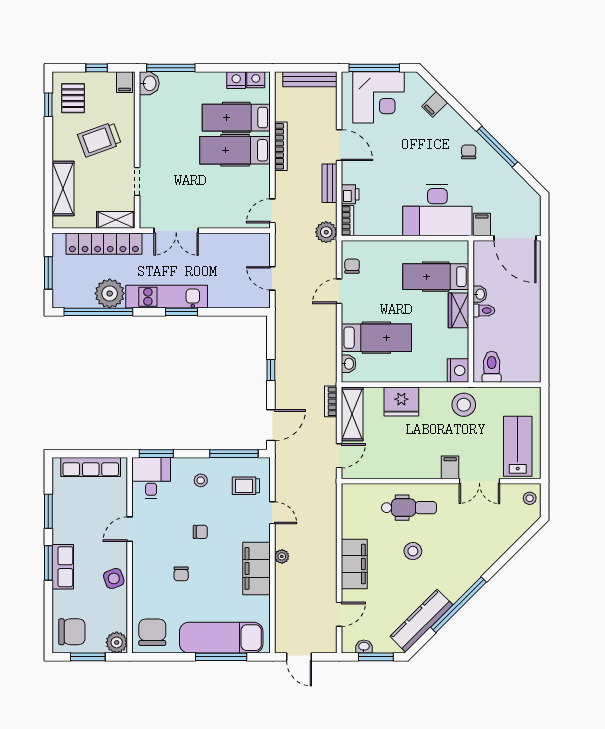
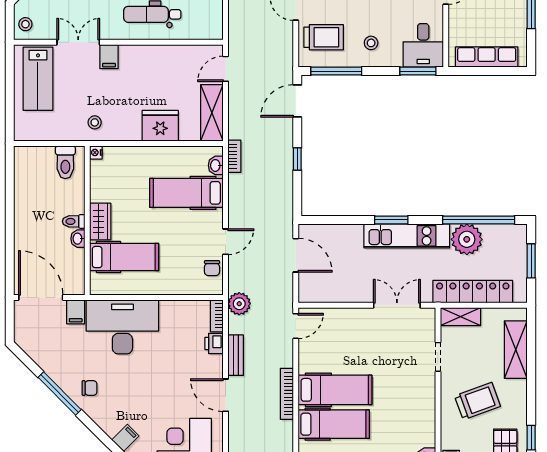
chair: (469, 152) -> (90, 388), turned -90
door: (272, 278) -> (296, 255), width x1.38
nightstand: (458, 371) -> (96, 152), width x0.53, depth x0.56
bookcase: (331, 401) -> (234, 156), moved
stool: (464, 405) -> (95, 122), width x0.53, depth x0.53
trolley: (246, 486) -> (324, 37), width x1.36, depth x1.39

